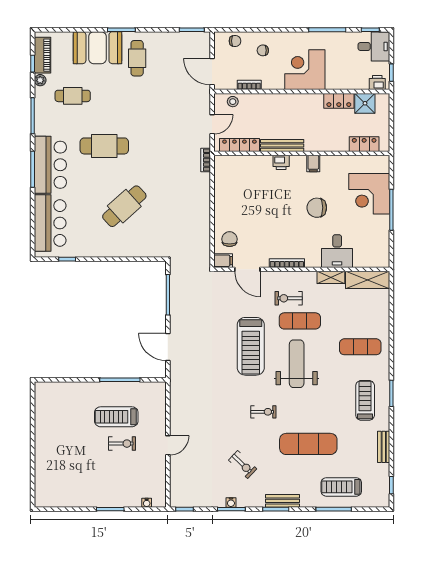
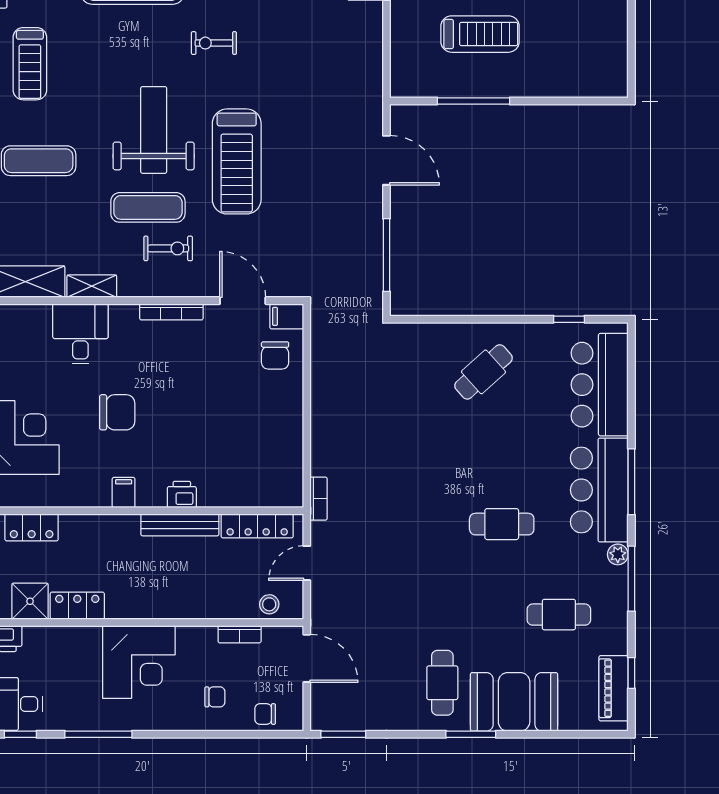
plant: (40, 80) -> (618, 554), moved
cafe table: (104, 146) -> (502, 524), width x0.73, depth x0.74
cafe table: (124, 206) -> (483, 372), moved, width x0.73, depth x0.74
treadmill: (251, 346) -> (237, 161), turned 180
weight bench: (297, 364) -> (154, 130), turned 180

